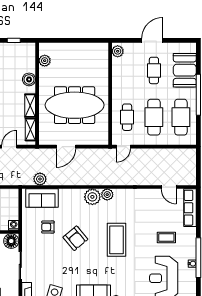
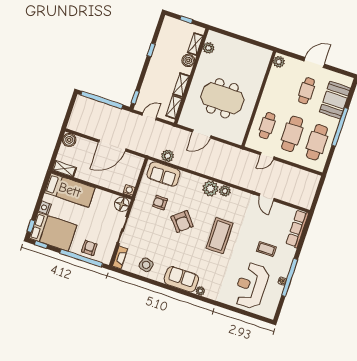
shelving: (31, 61) -> (195, 44), added
meeting table: (75, 105) -> (222, 98), width x0.73
door: (123, 147) -> (267, 156), moved
door: (169, 187) -> (267, 197), moved

